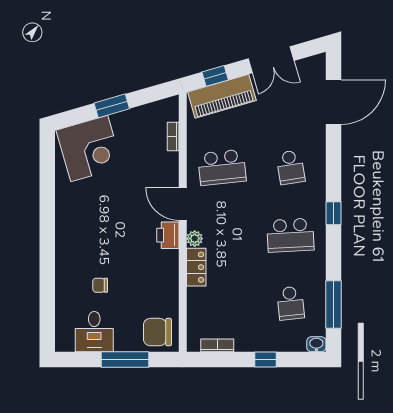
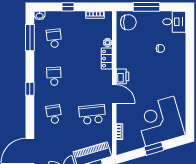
corner desk: (89, 148) -> (160, 121), width x1.36, depth x1.36
school desk: (290, 235) -> (54, 76), width x0.54
plant: (195, 239) -> (108, 43), moved
desk: (94, 332) -> (174, 22), moved, turned 90

